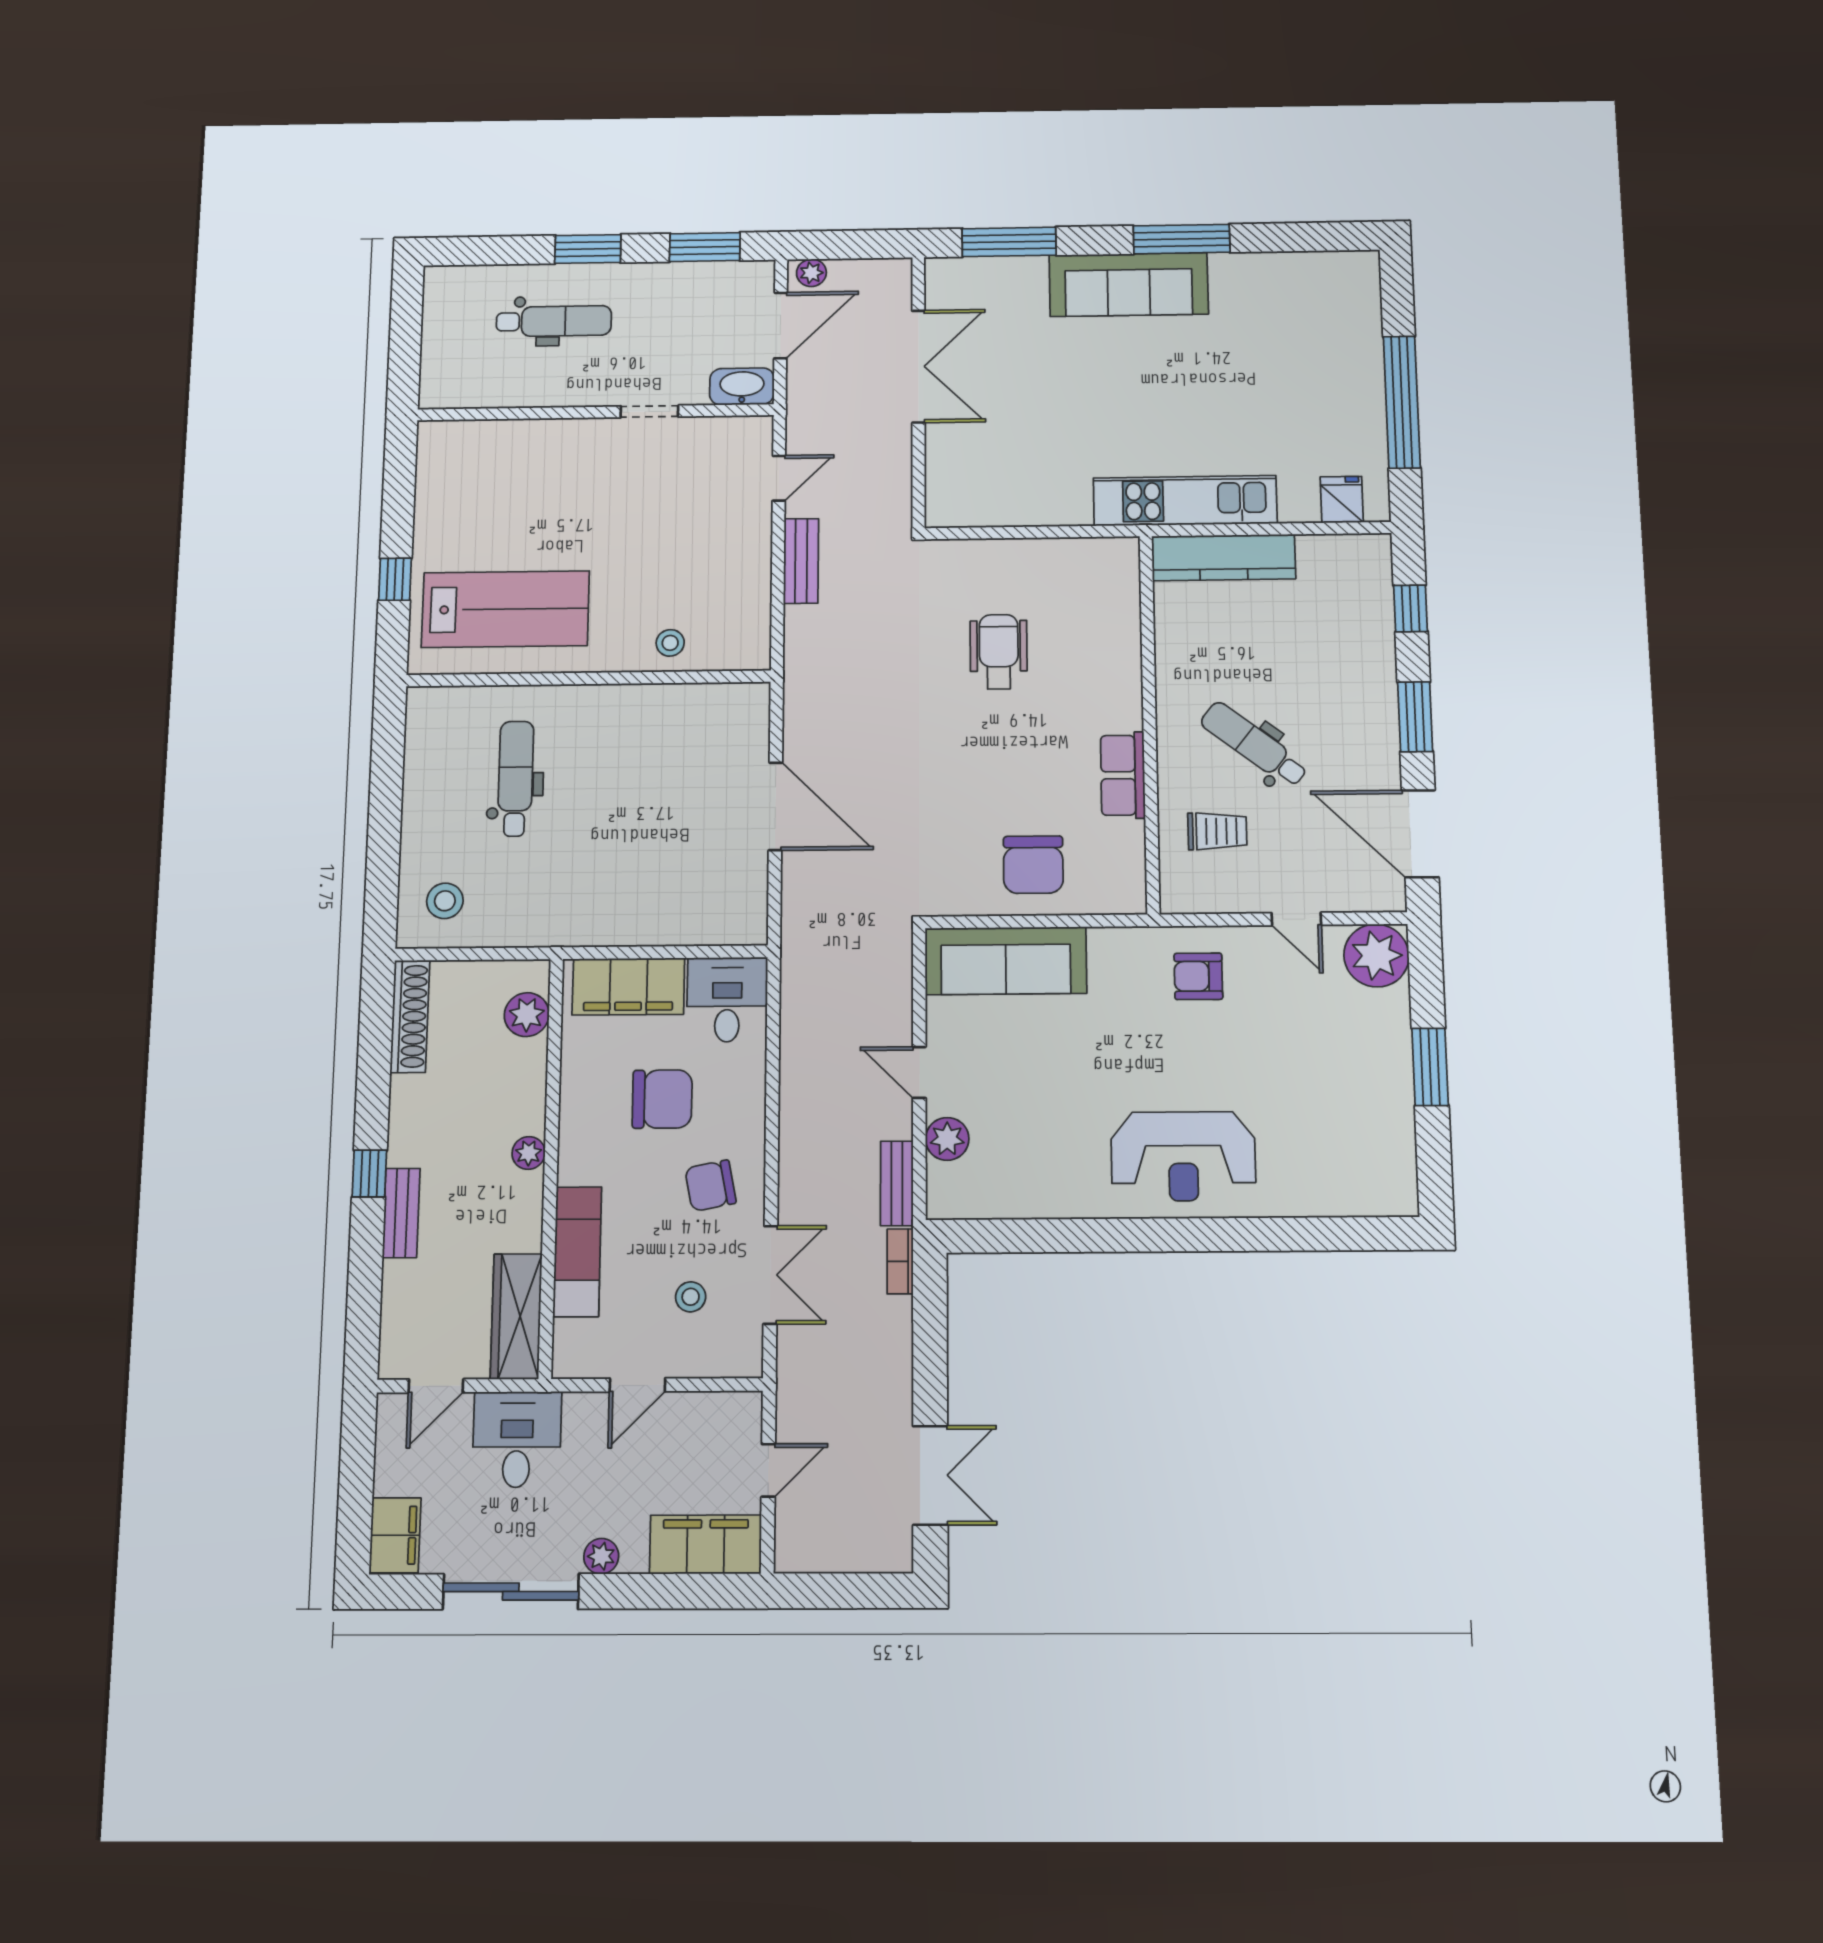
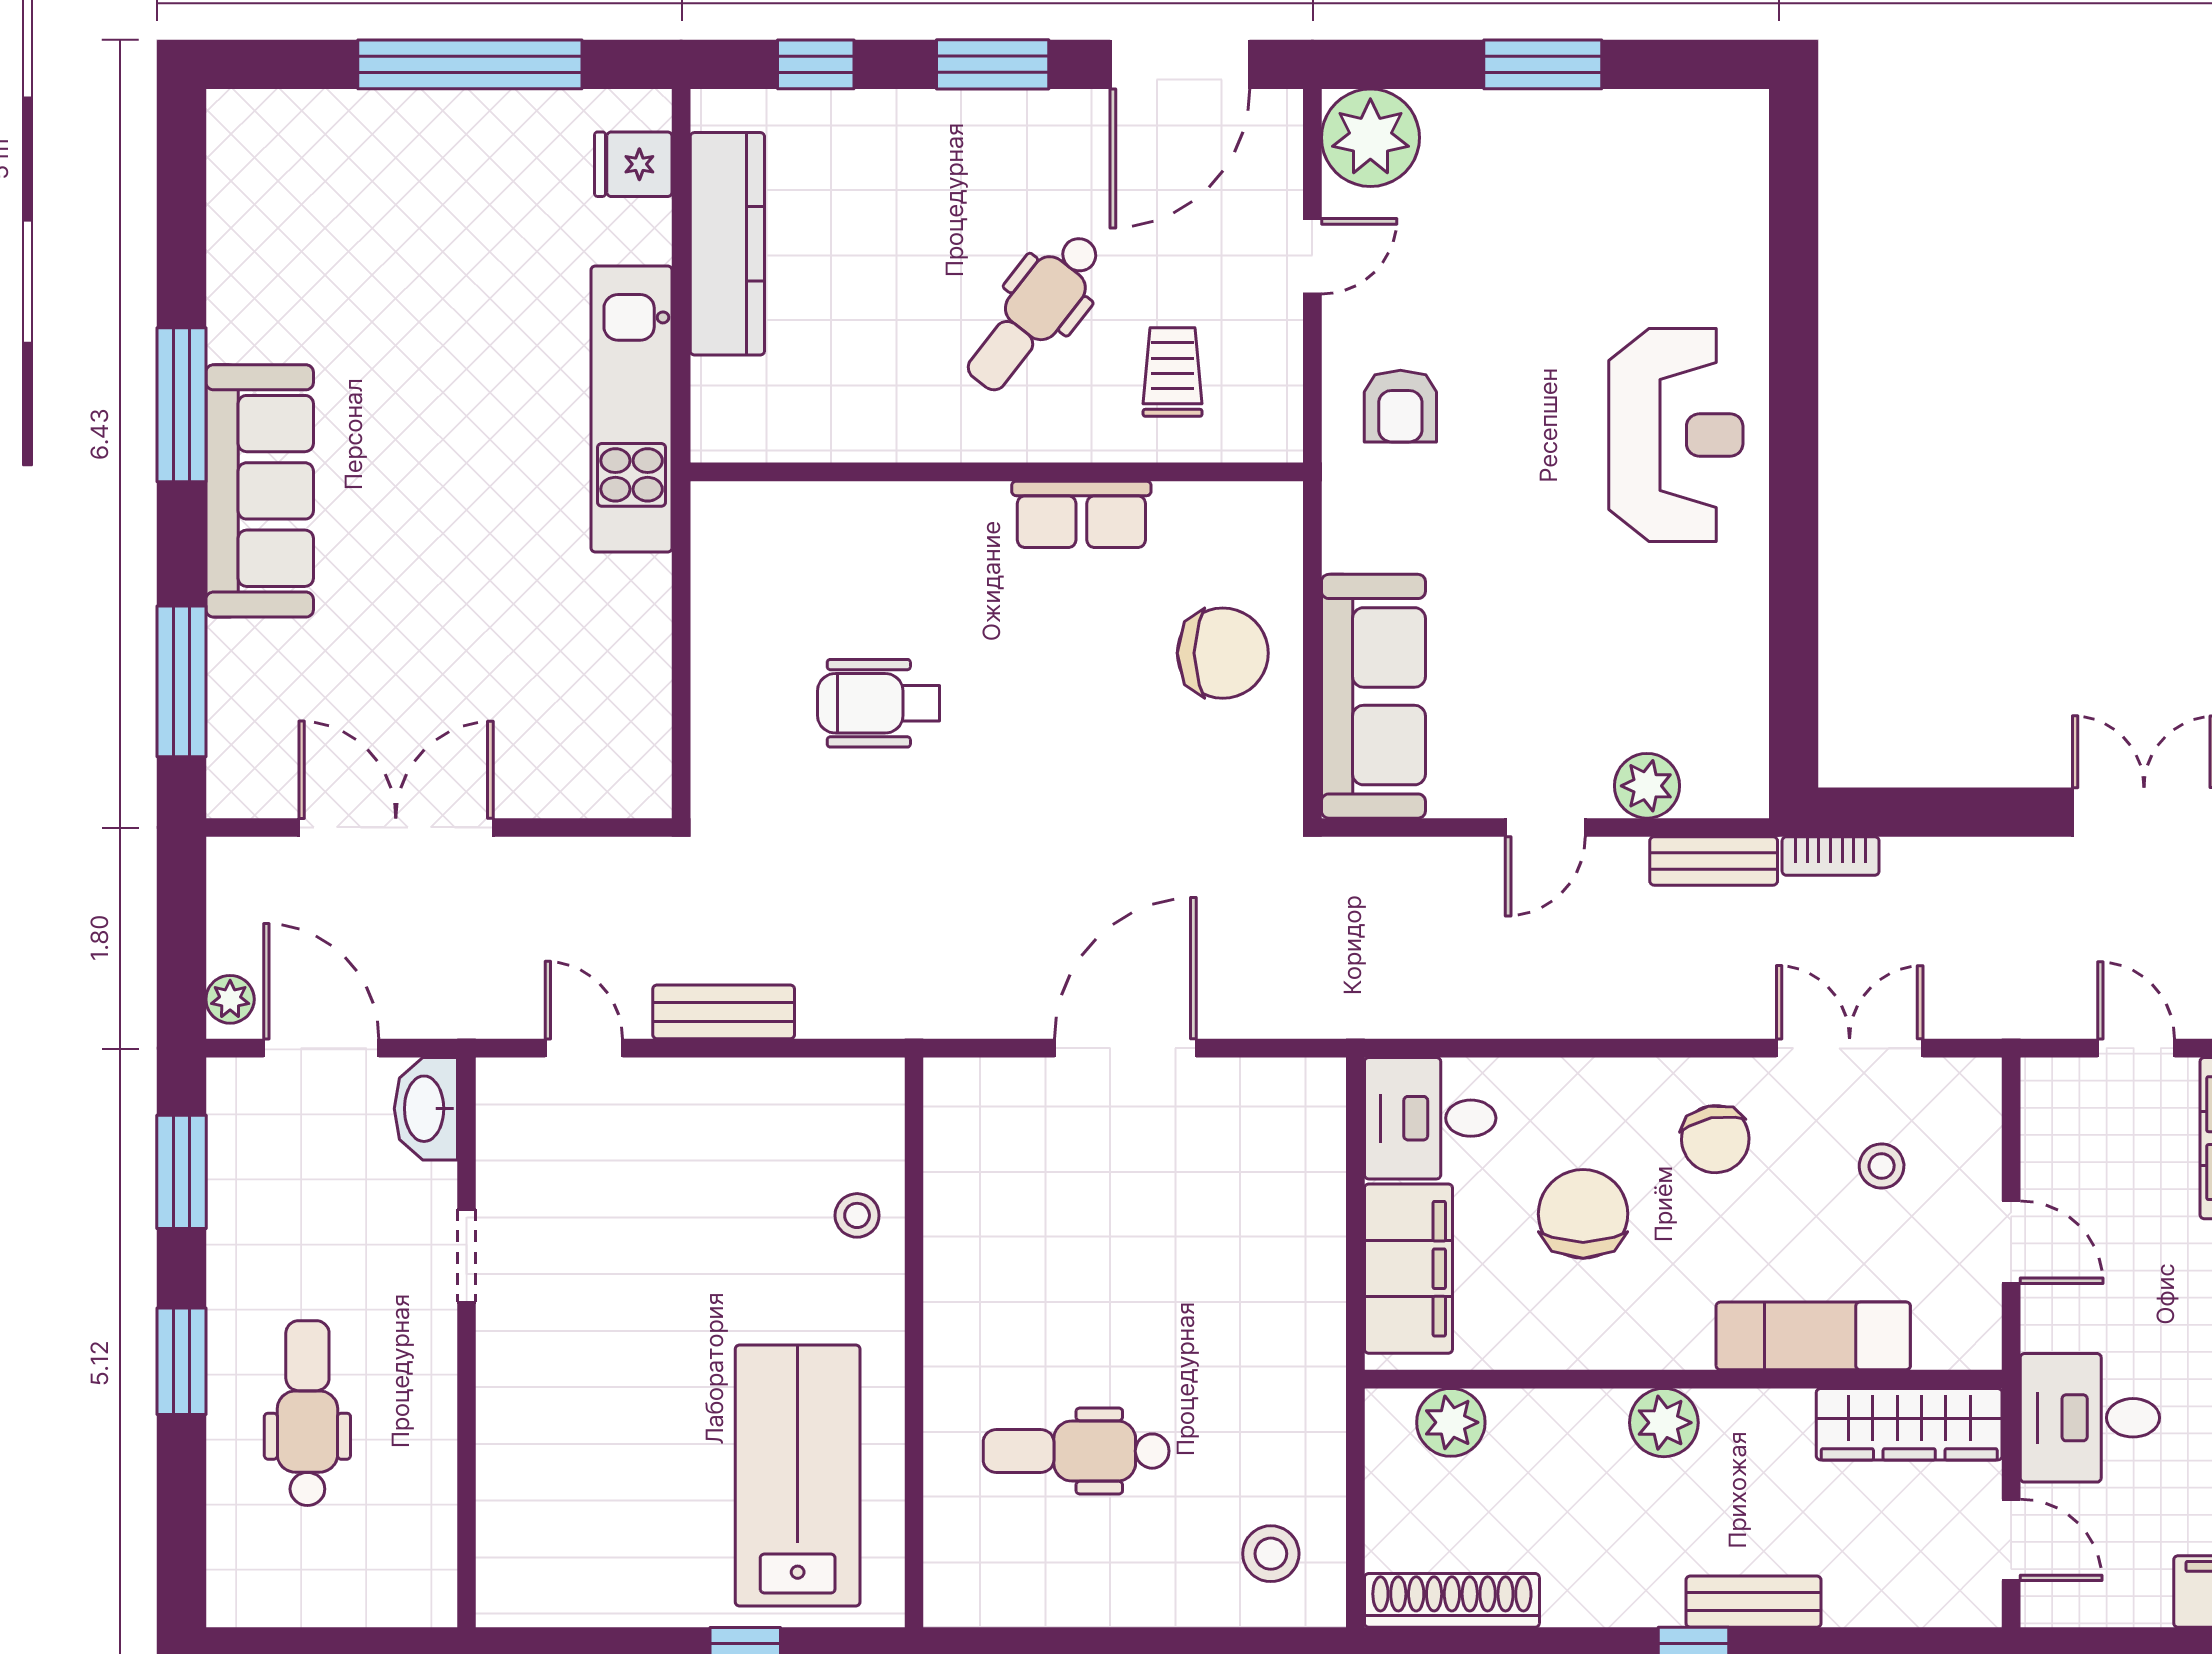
kitchen counter: (1223, 557) -> (727, 244), moved
plant: (529, 1153) -> (1664, 1423), width x1.38, depth x1.38

